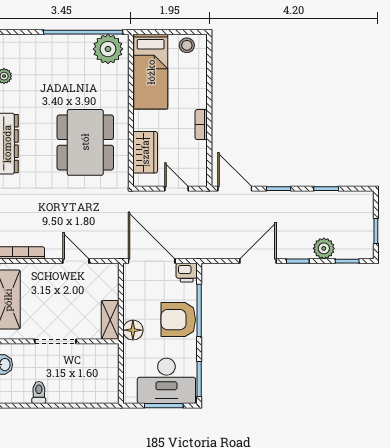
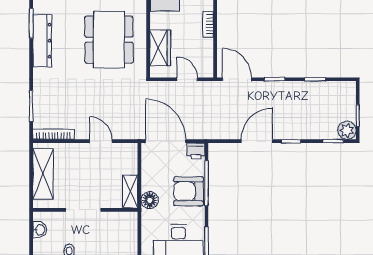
plant: (324, 248) -> (347, 130), moved

